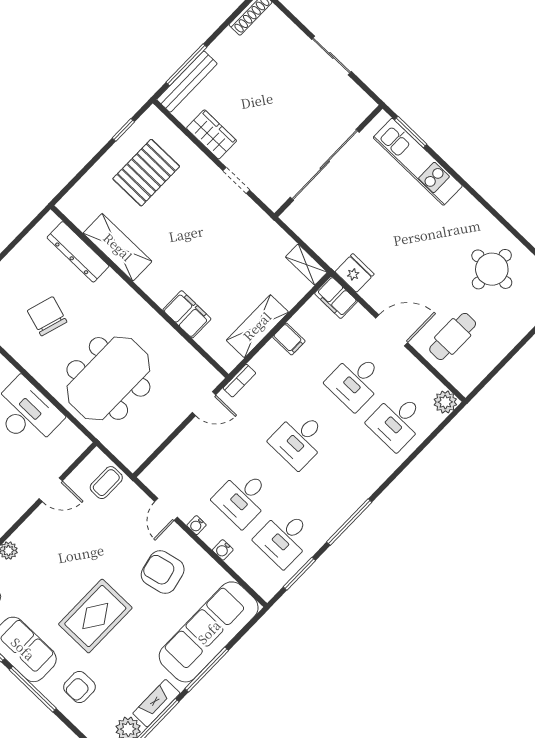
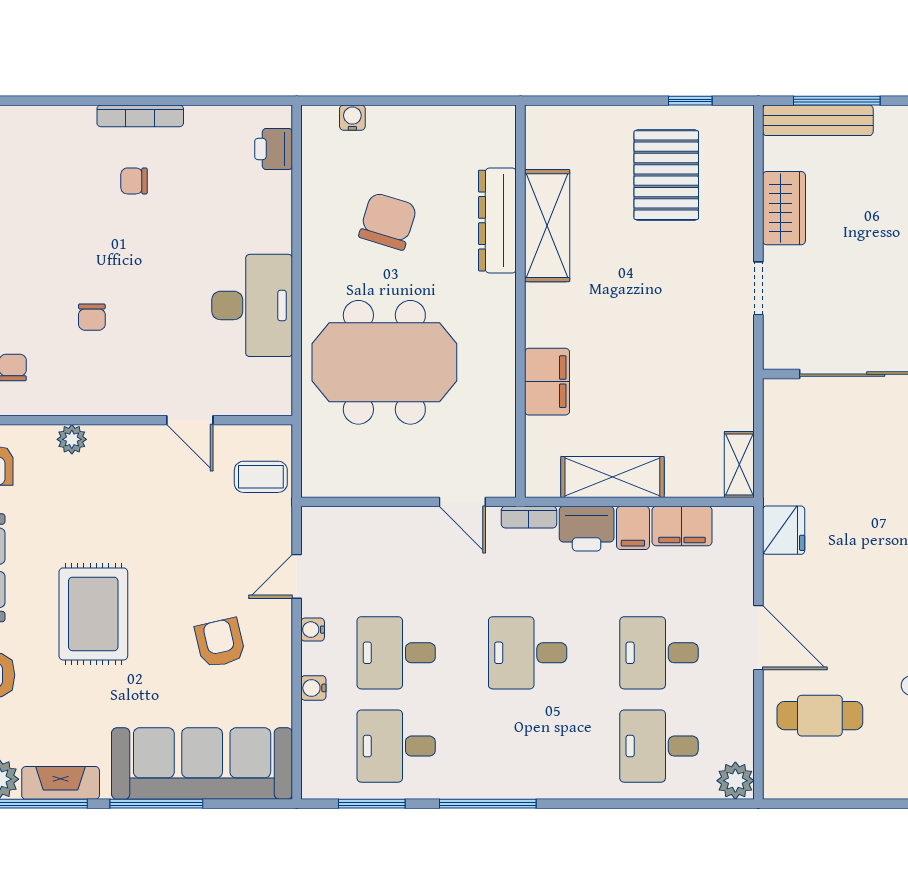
pallet: (146, 173) -> (666, 175), turned 90
dresser: (78, 252) -> (497, 221), moved
filing cabinet: (336, 297) -> (682, 526), moved, turned -90
printer: (269, 360) -> (587, 529), added
armchair: (163, 572) -> (220, 643), width x0.72, depth x0.72
rug: (95, 616) -> (93, 614), turned 90

